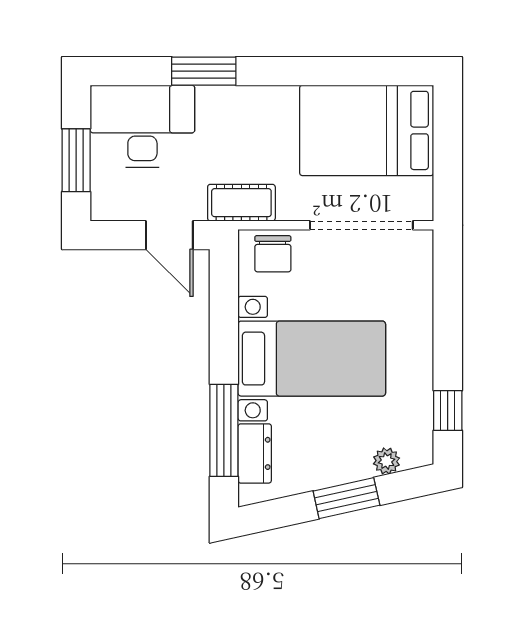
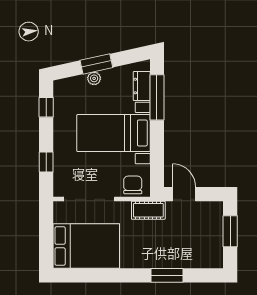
desk: (142, 126) -> (197, 248), removed
window: (448, 300) -> (46, 162), added
plant: (386, 461) -> (94, 78), moved

